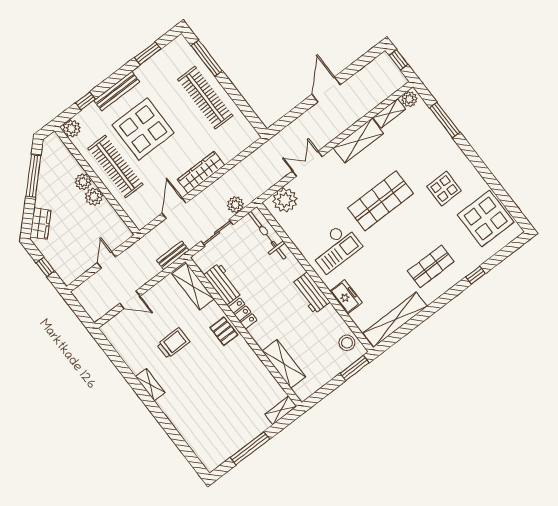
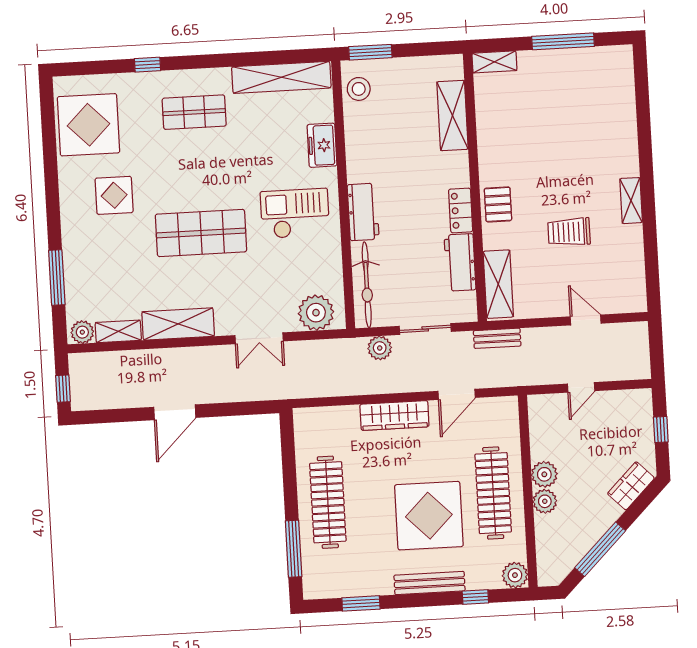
workbench: (311, 293) -> (363, 212), moved

